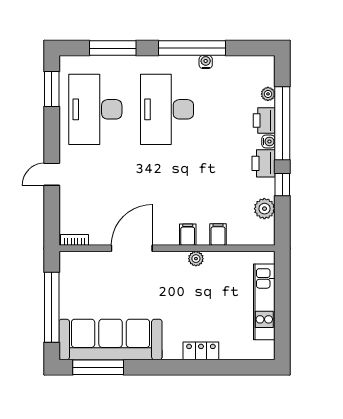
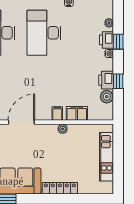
window: (282, 123) -> (118, 42), width x0.32
printer: (264, 163) -> (106, 80), moved
filing cabinet: (218, 235) -> (77, 113), width x2.00
locker: (201, 351) -> (60, 188), width x1.53

